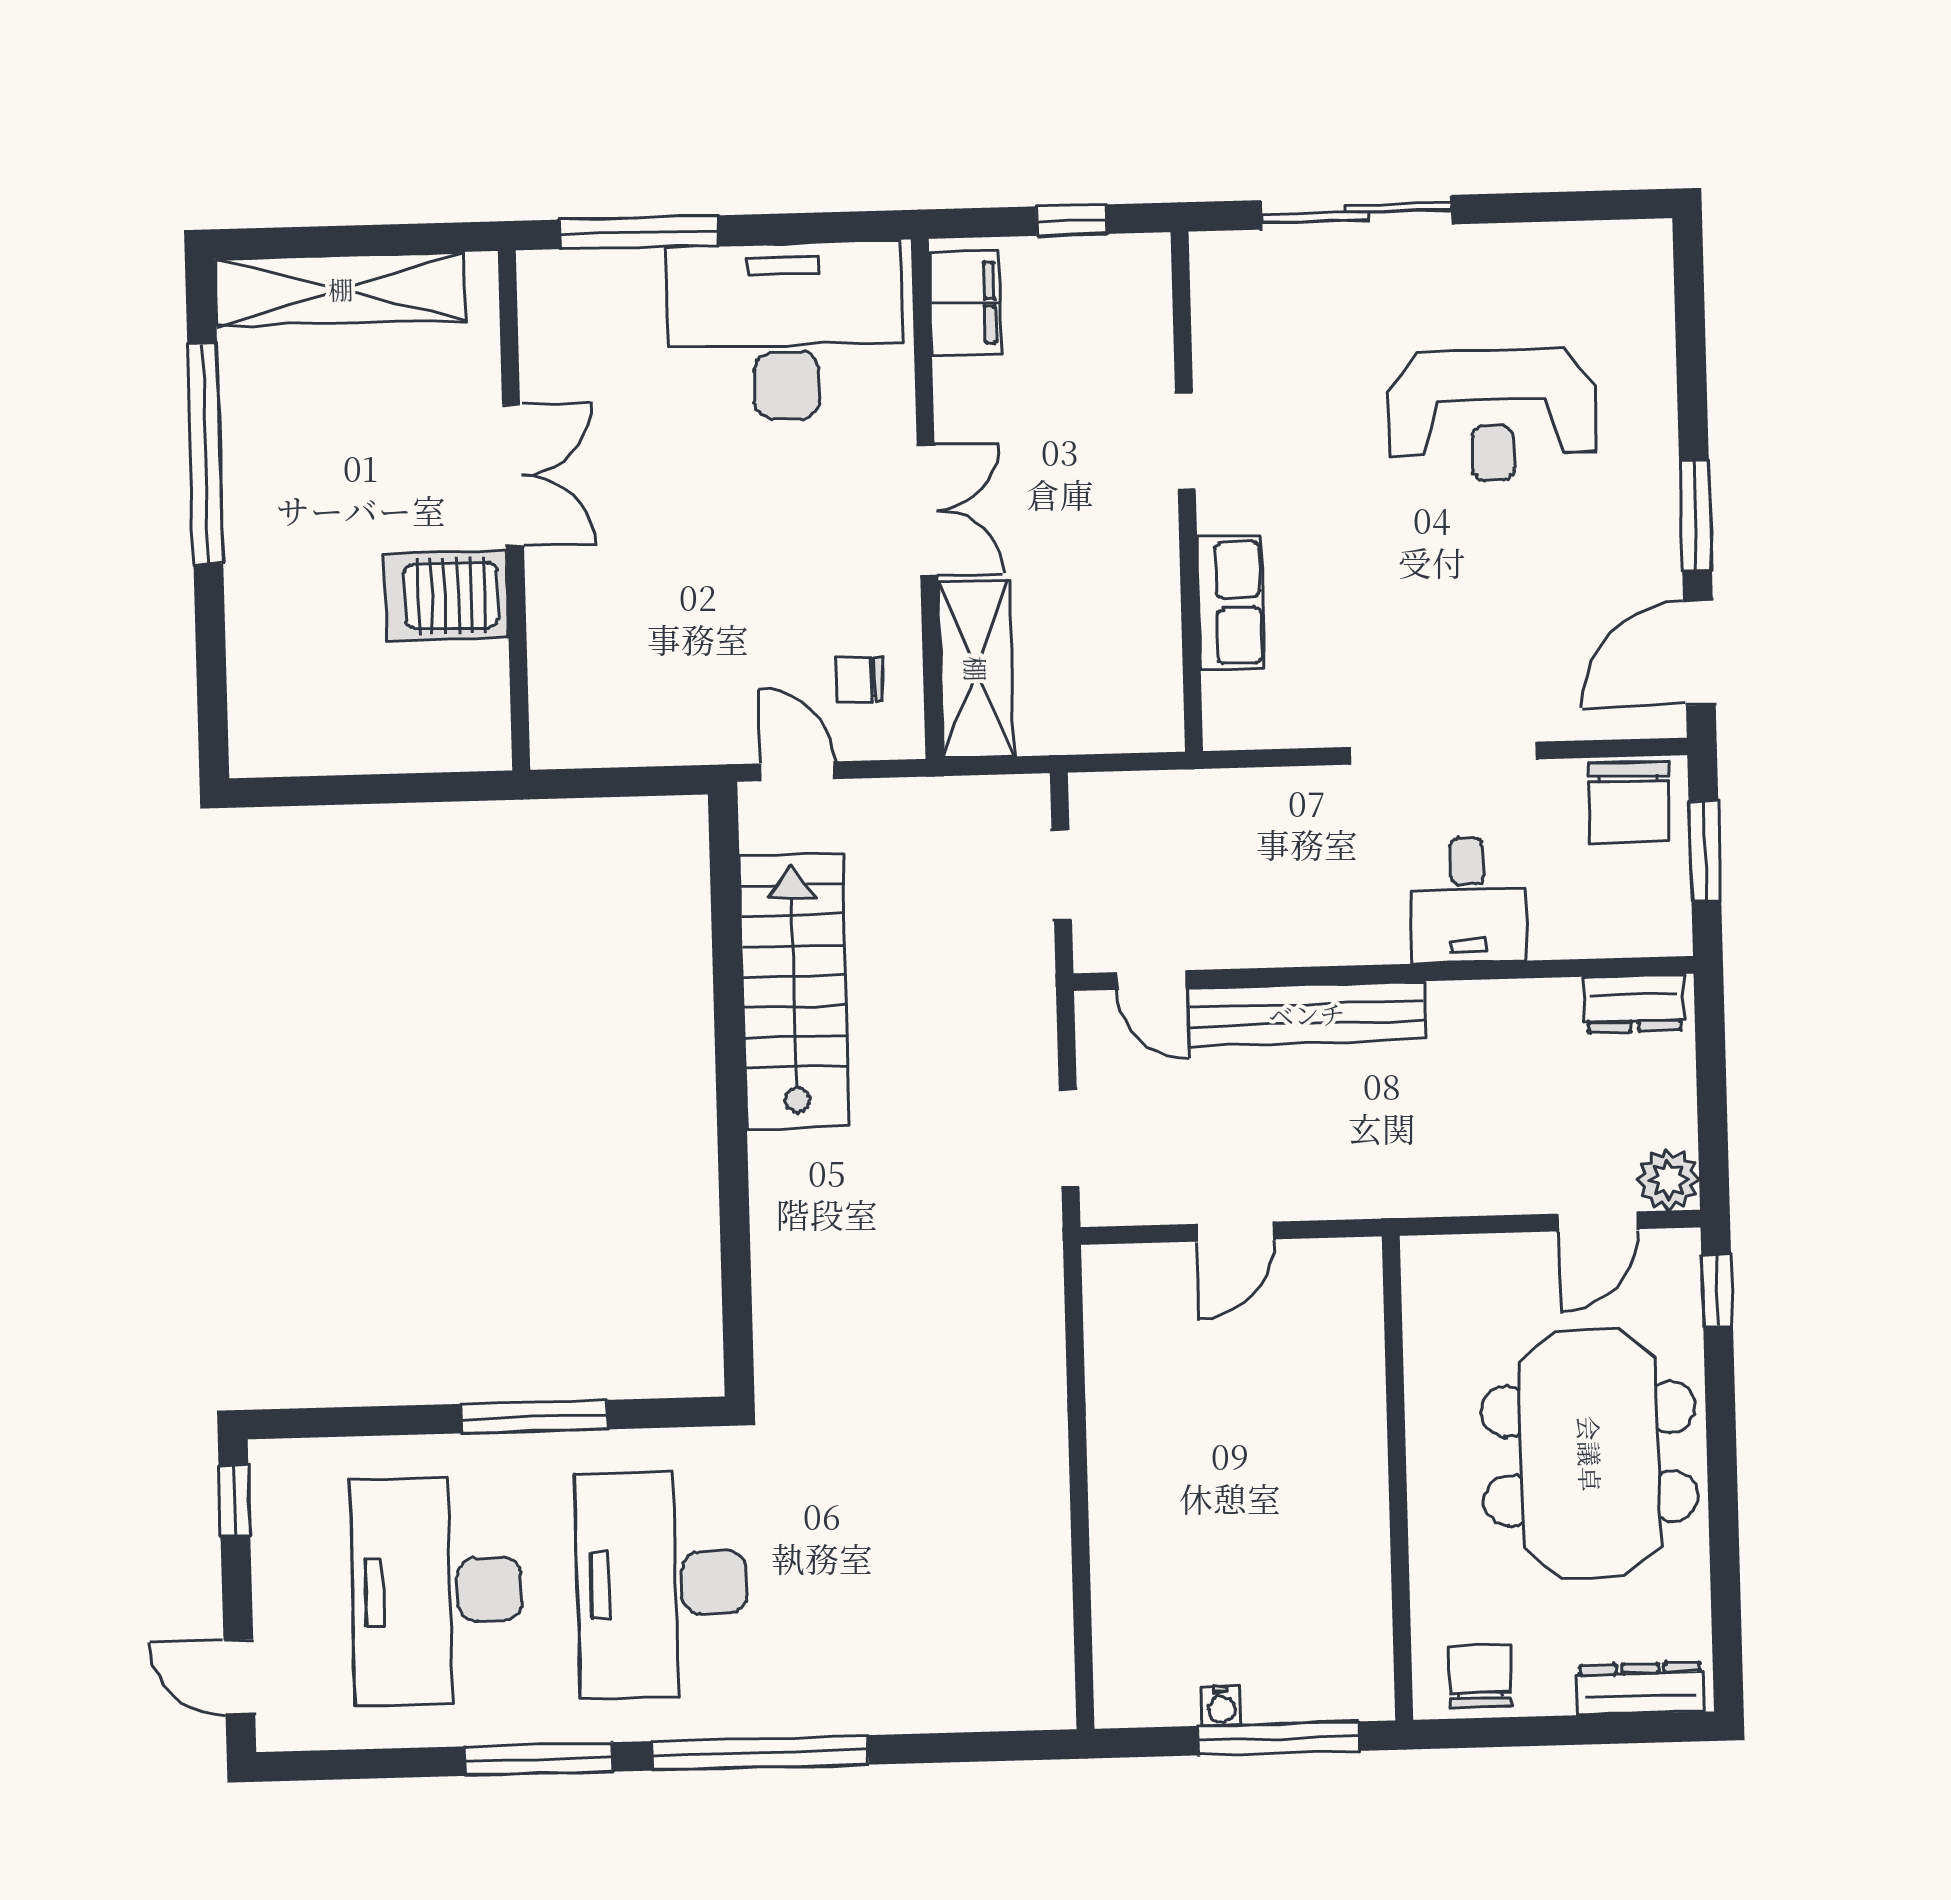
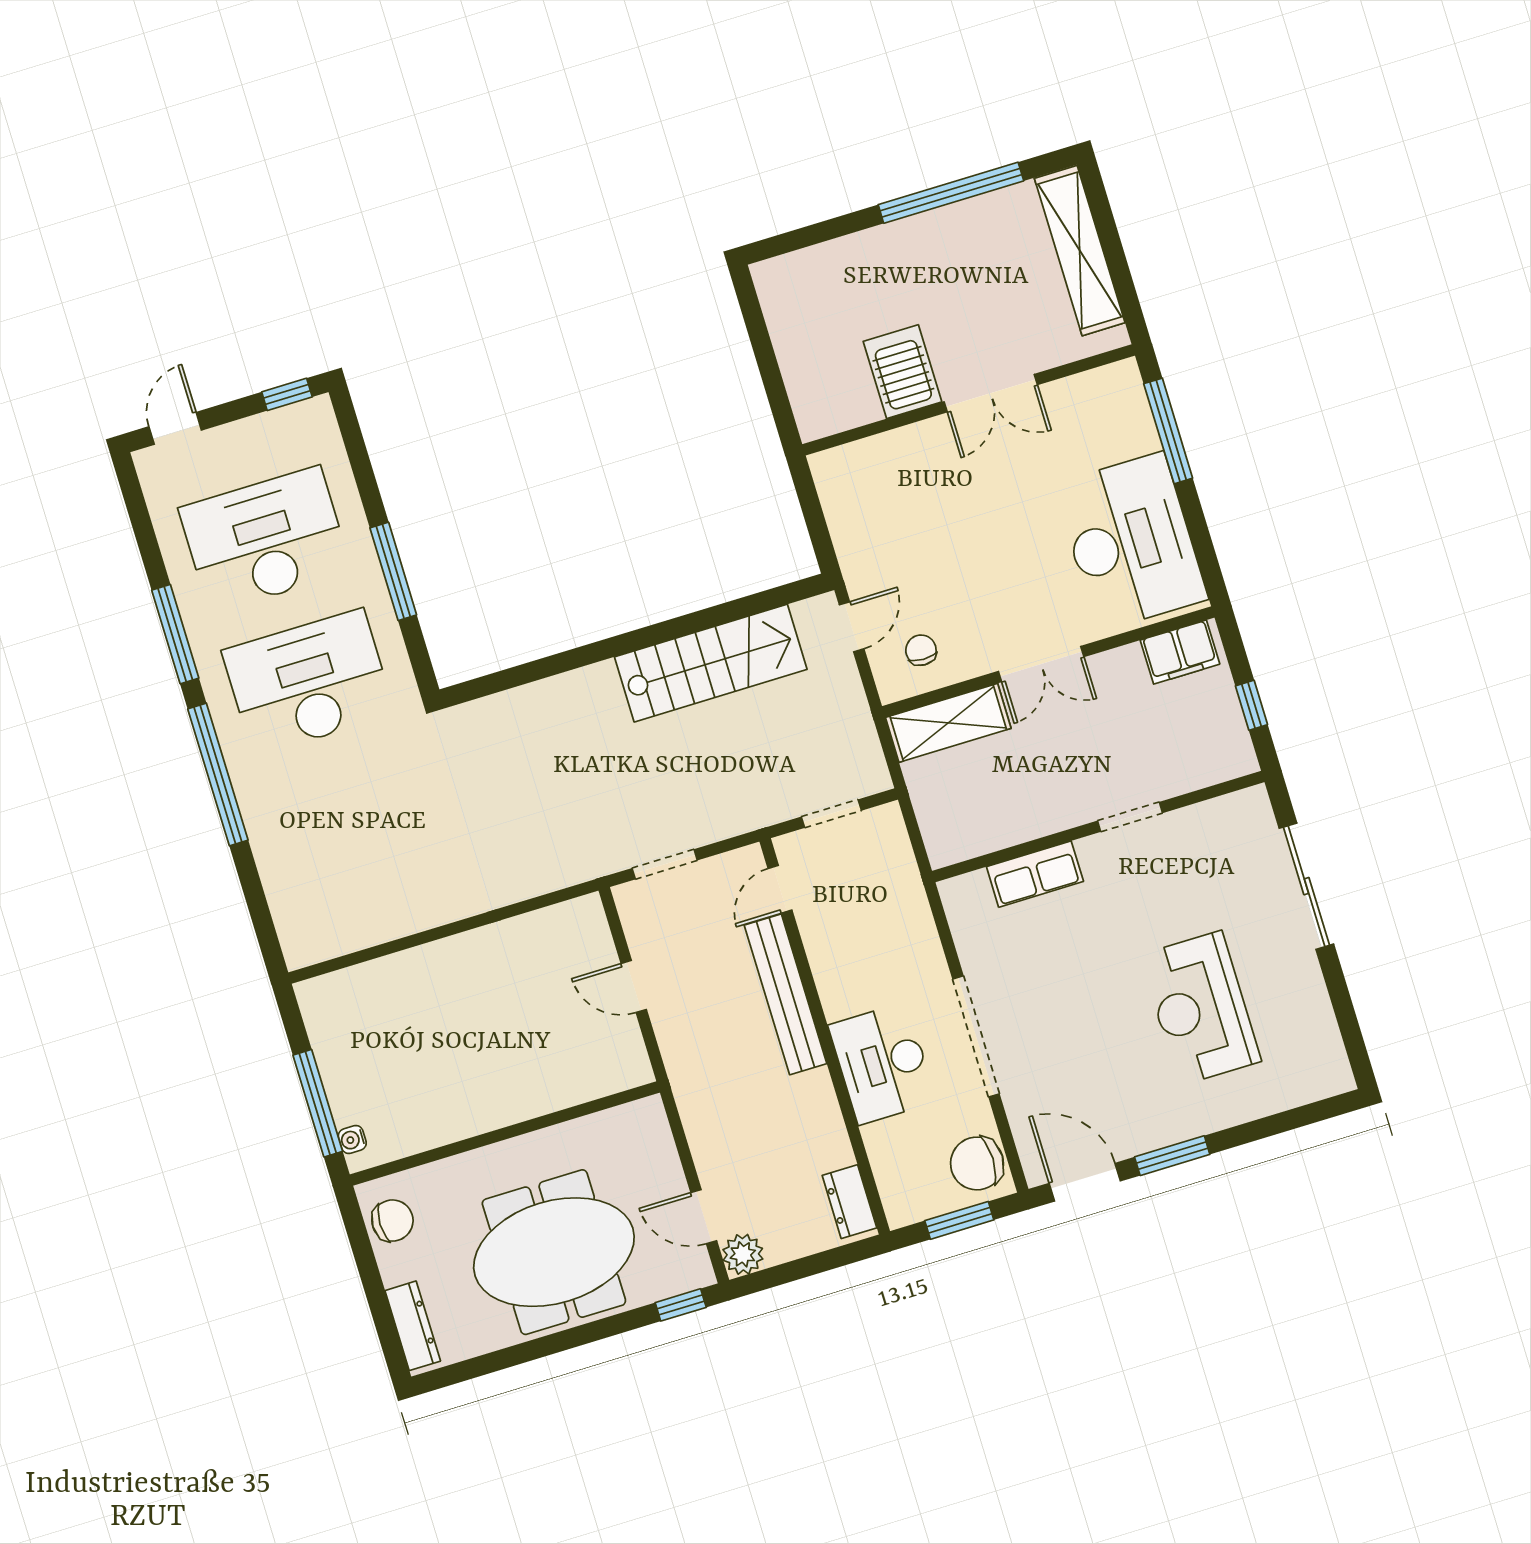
desk: (1468, 900) -> (882, 1063), width x1.37
water cooler: (1221, 1706) -> (352, 1140), moved

